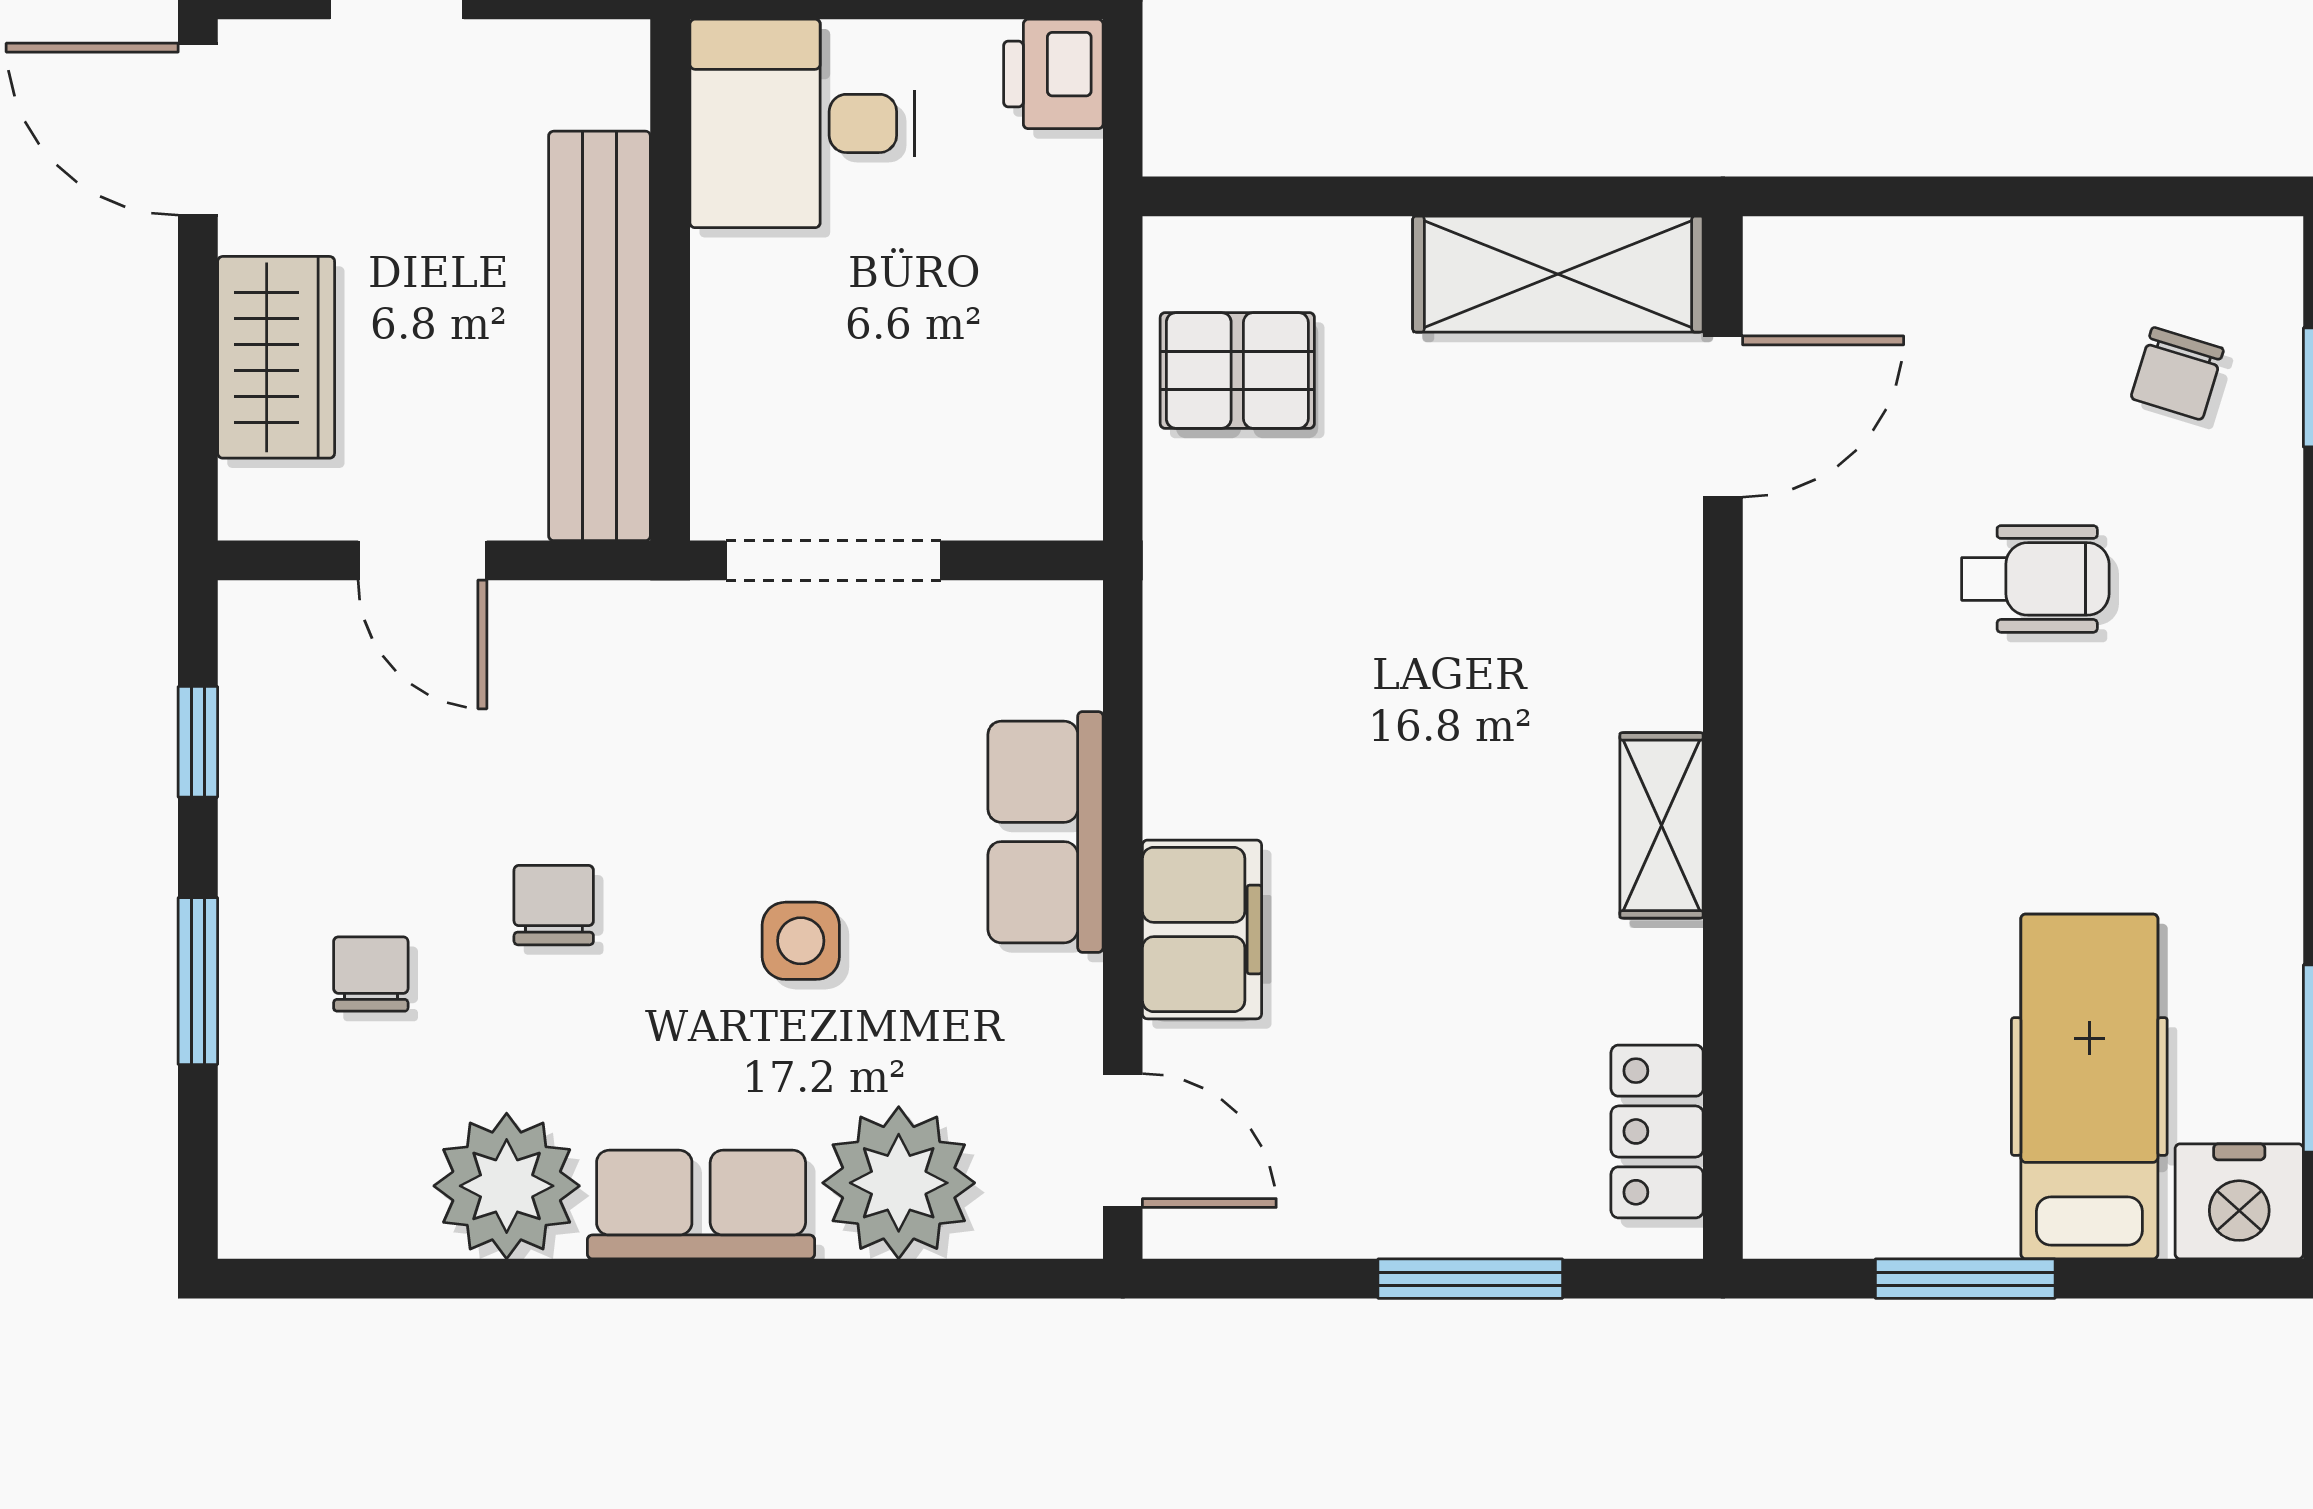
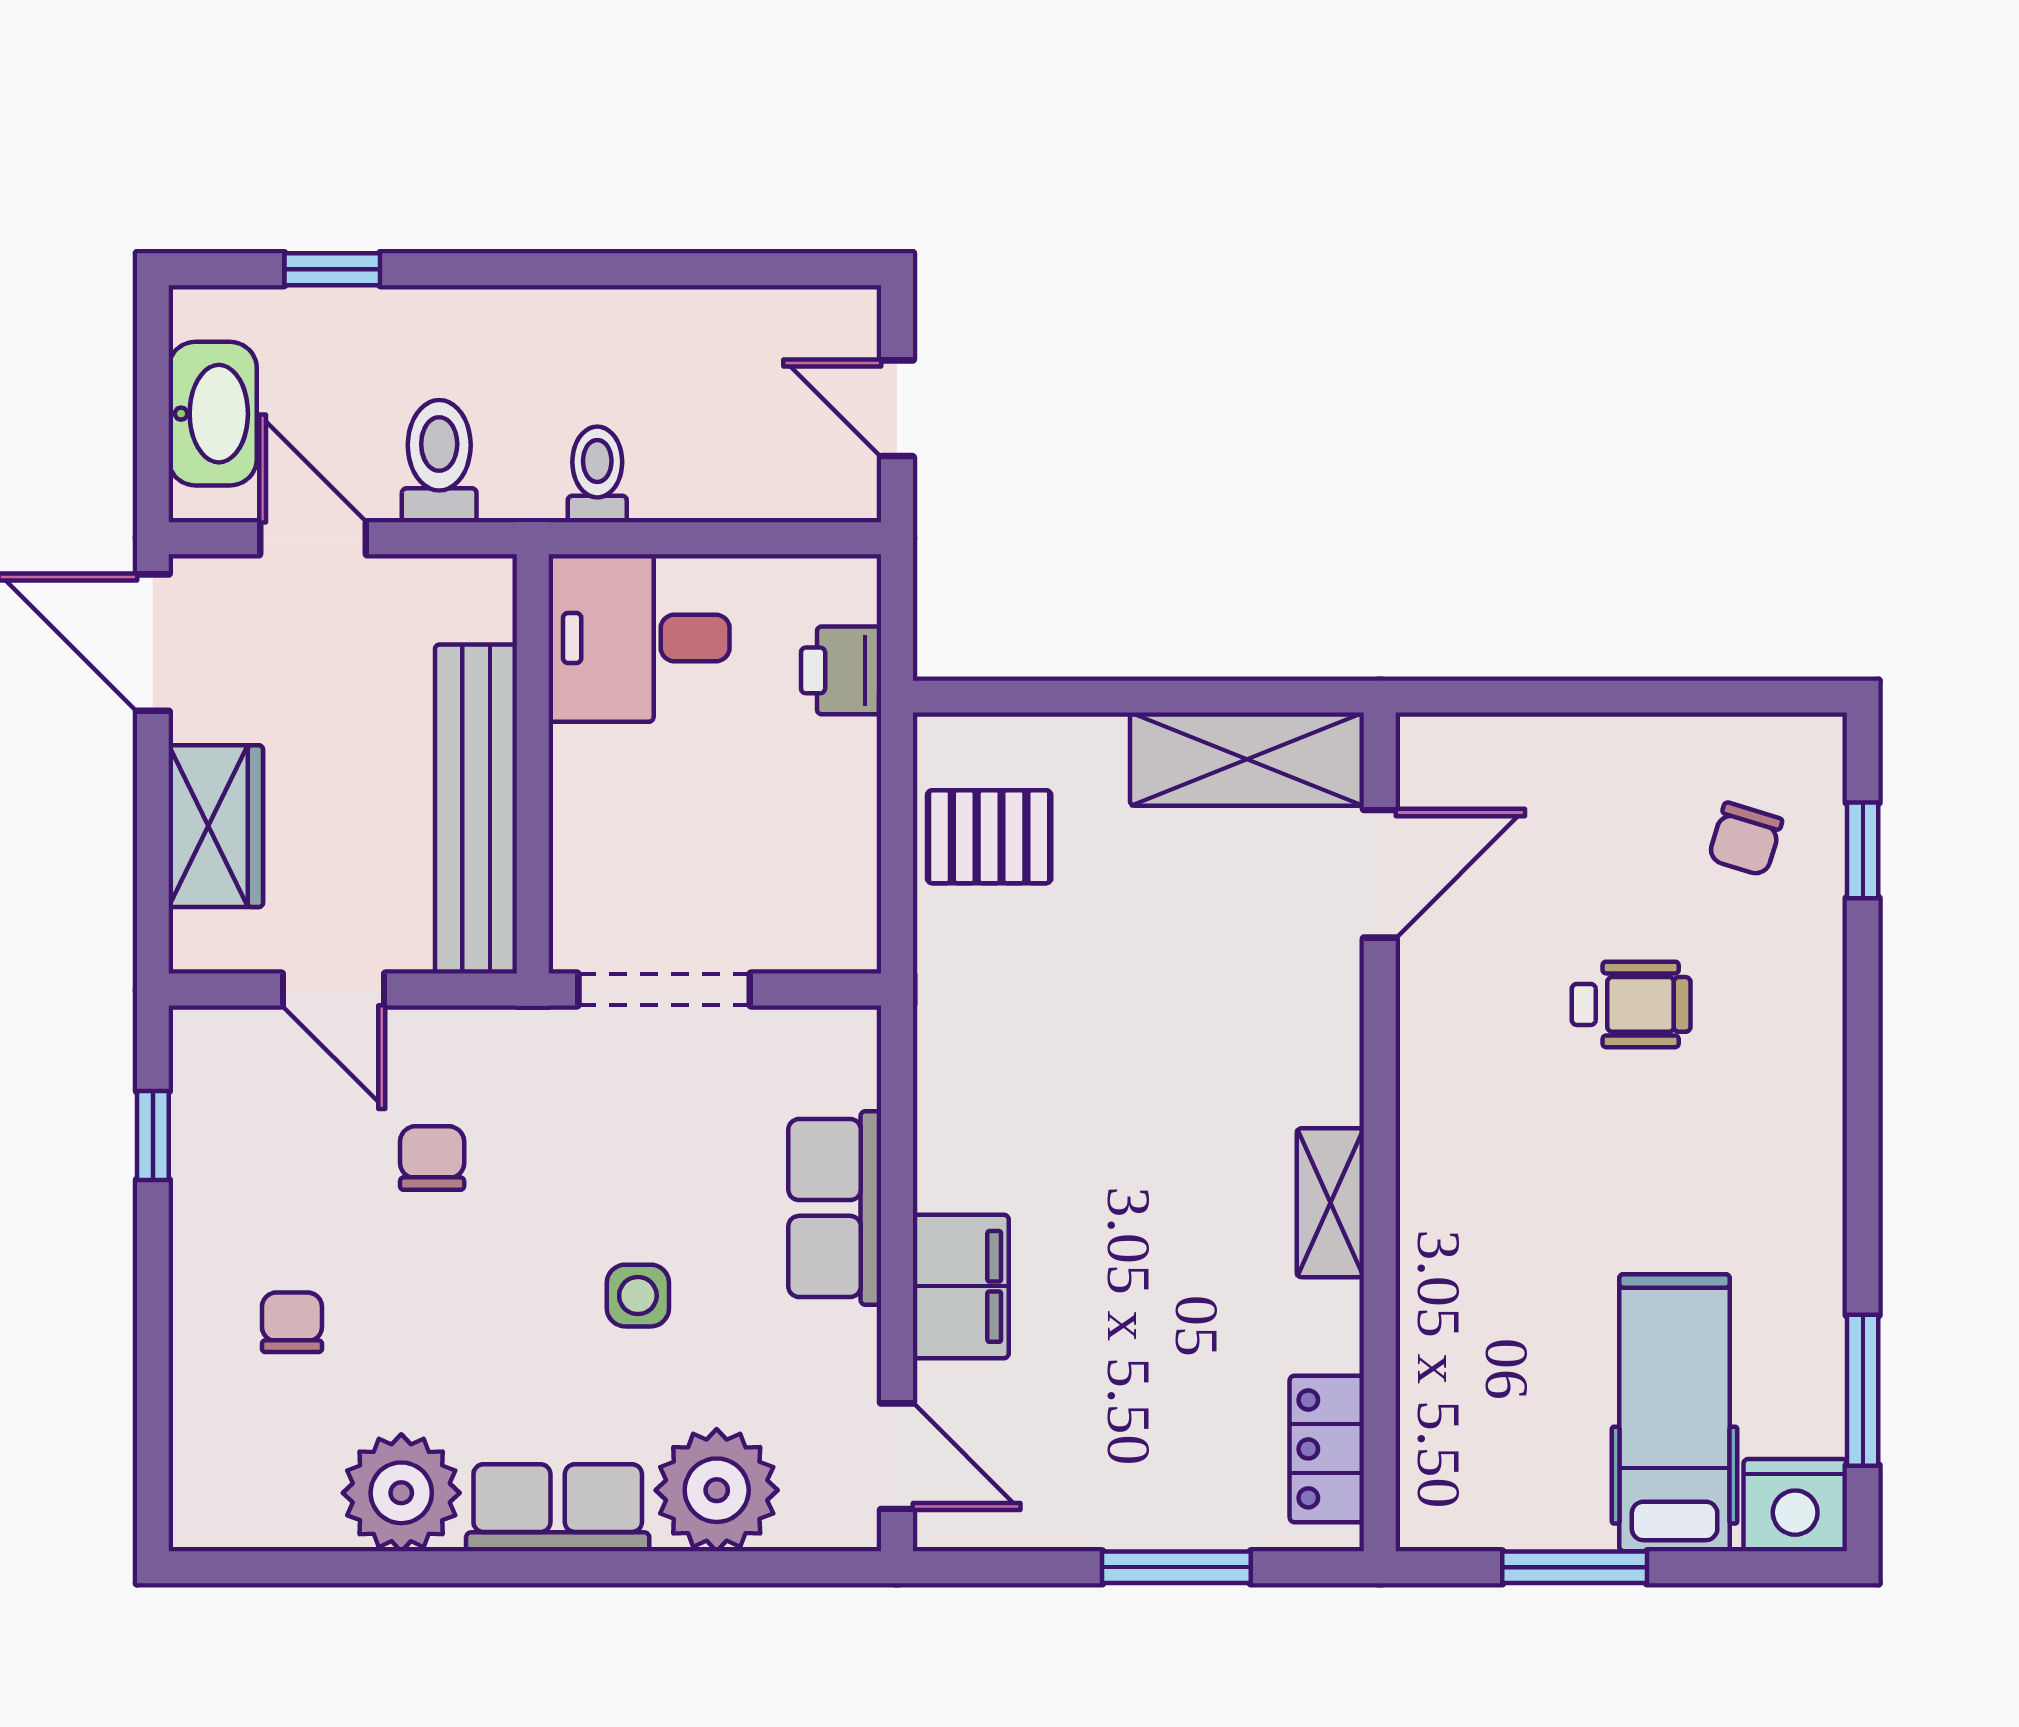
printer: (1053, 74) -> (841, 670), moved
chair: (554, 905) -> (432, 1158), moved
window: (198, 981) -> (153, 1328), removed

